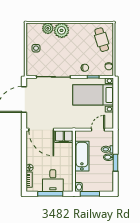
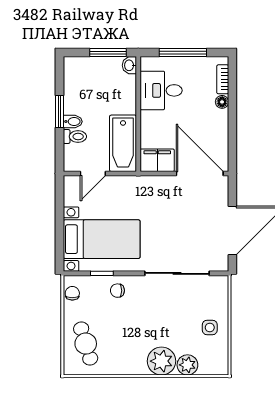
bathtub: (82, 156) -> (123, 143), moved
desk: (53, 181) -> (161, 90), moved, turned -90

